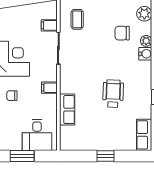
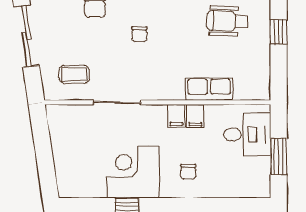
filing cabinet: (49, 25) -> (195, 116), moved
chair: (104, 63) -> (139, 34), added
wheelchair: (113, 94) -> (227, 21), moved

